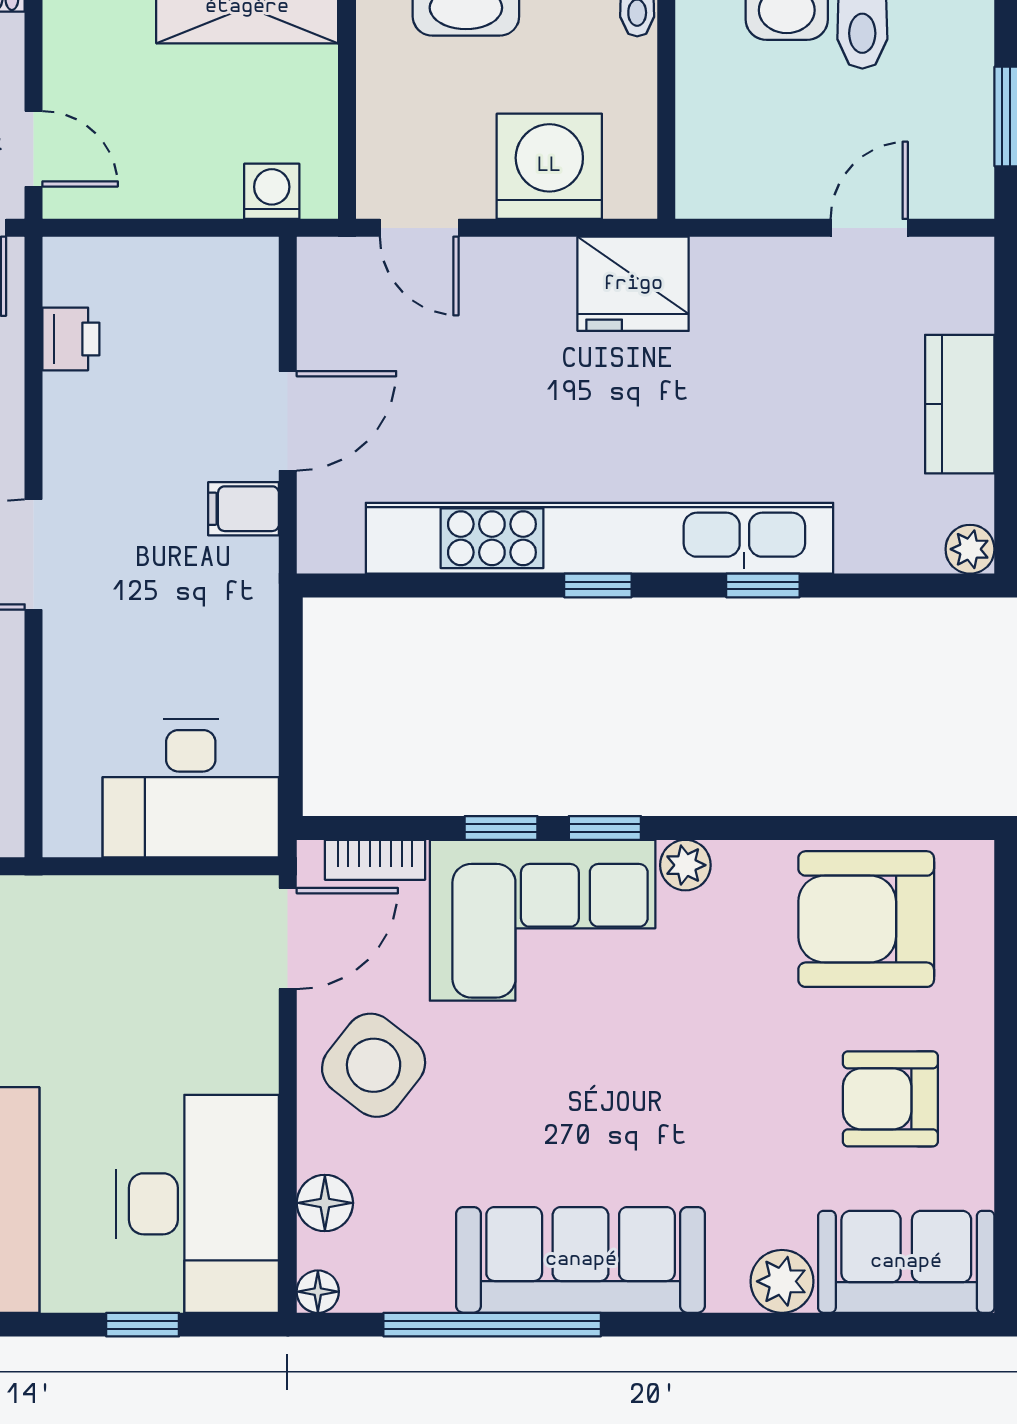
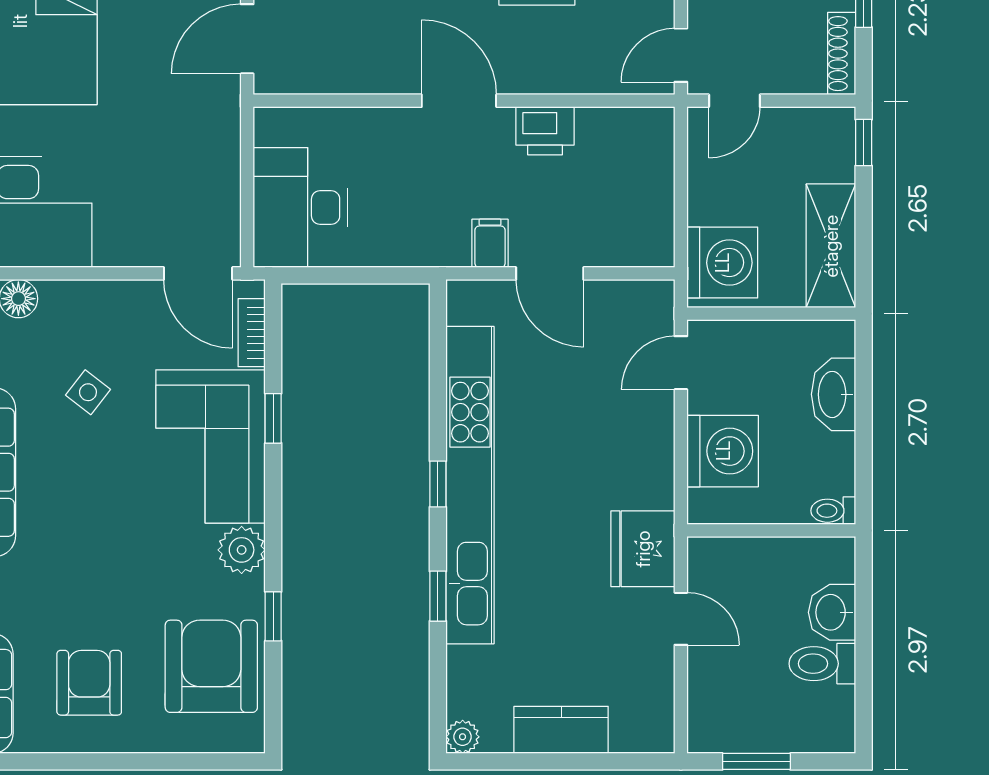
washing machine: (272, 191) -> (722, 263), width x1.89, depth x1.89
door: (869, 228) -> (681, 619), moved
fridge: (633, 284) -> (643, 549), moved
printer: (71, 339) -> (545, 131), moved, width x1.36, depth x1.24
window: (605, 828) -> (273, 616), moved
plant: (685, 865) -> (242, 550), width x1.38, depth x1.38
side table: (374, 1065) -> (88, 392), moved, width x0.54, depth x0.54

